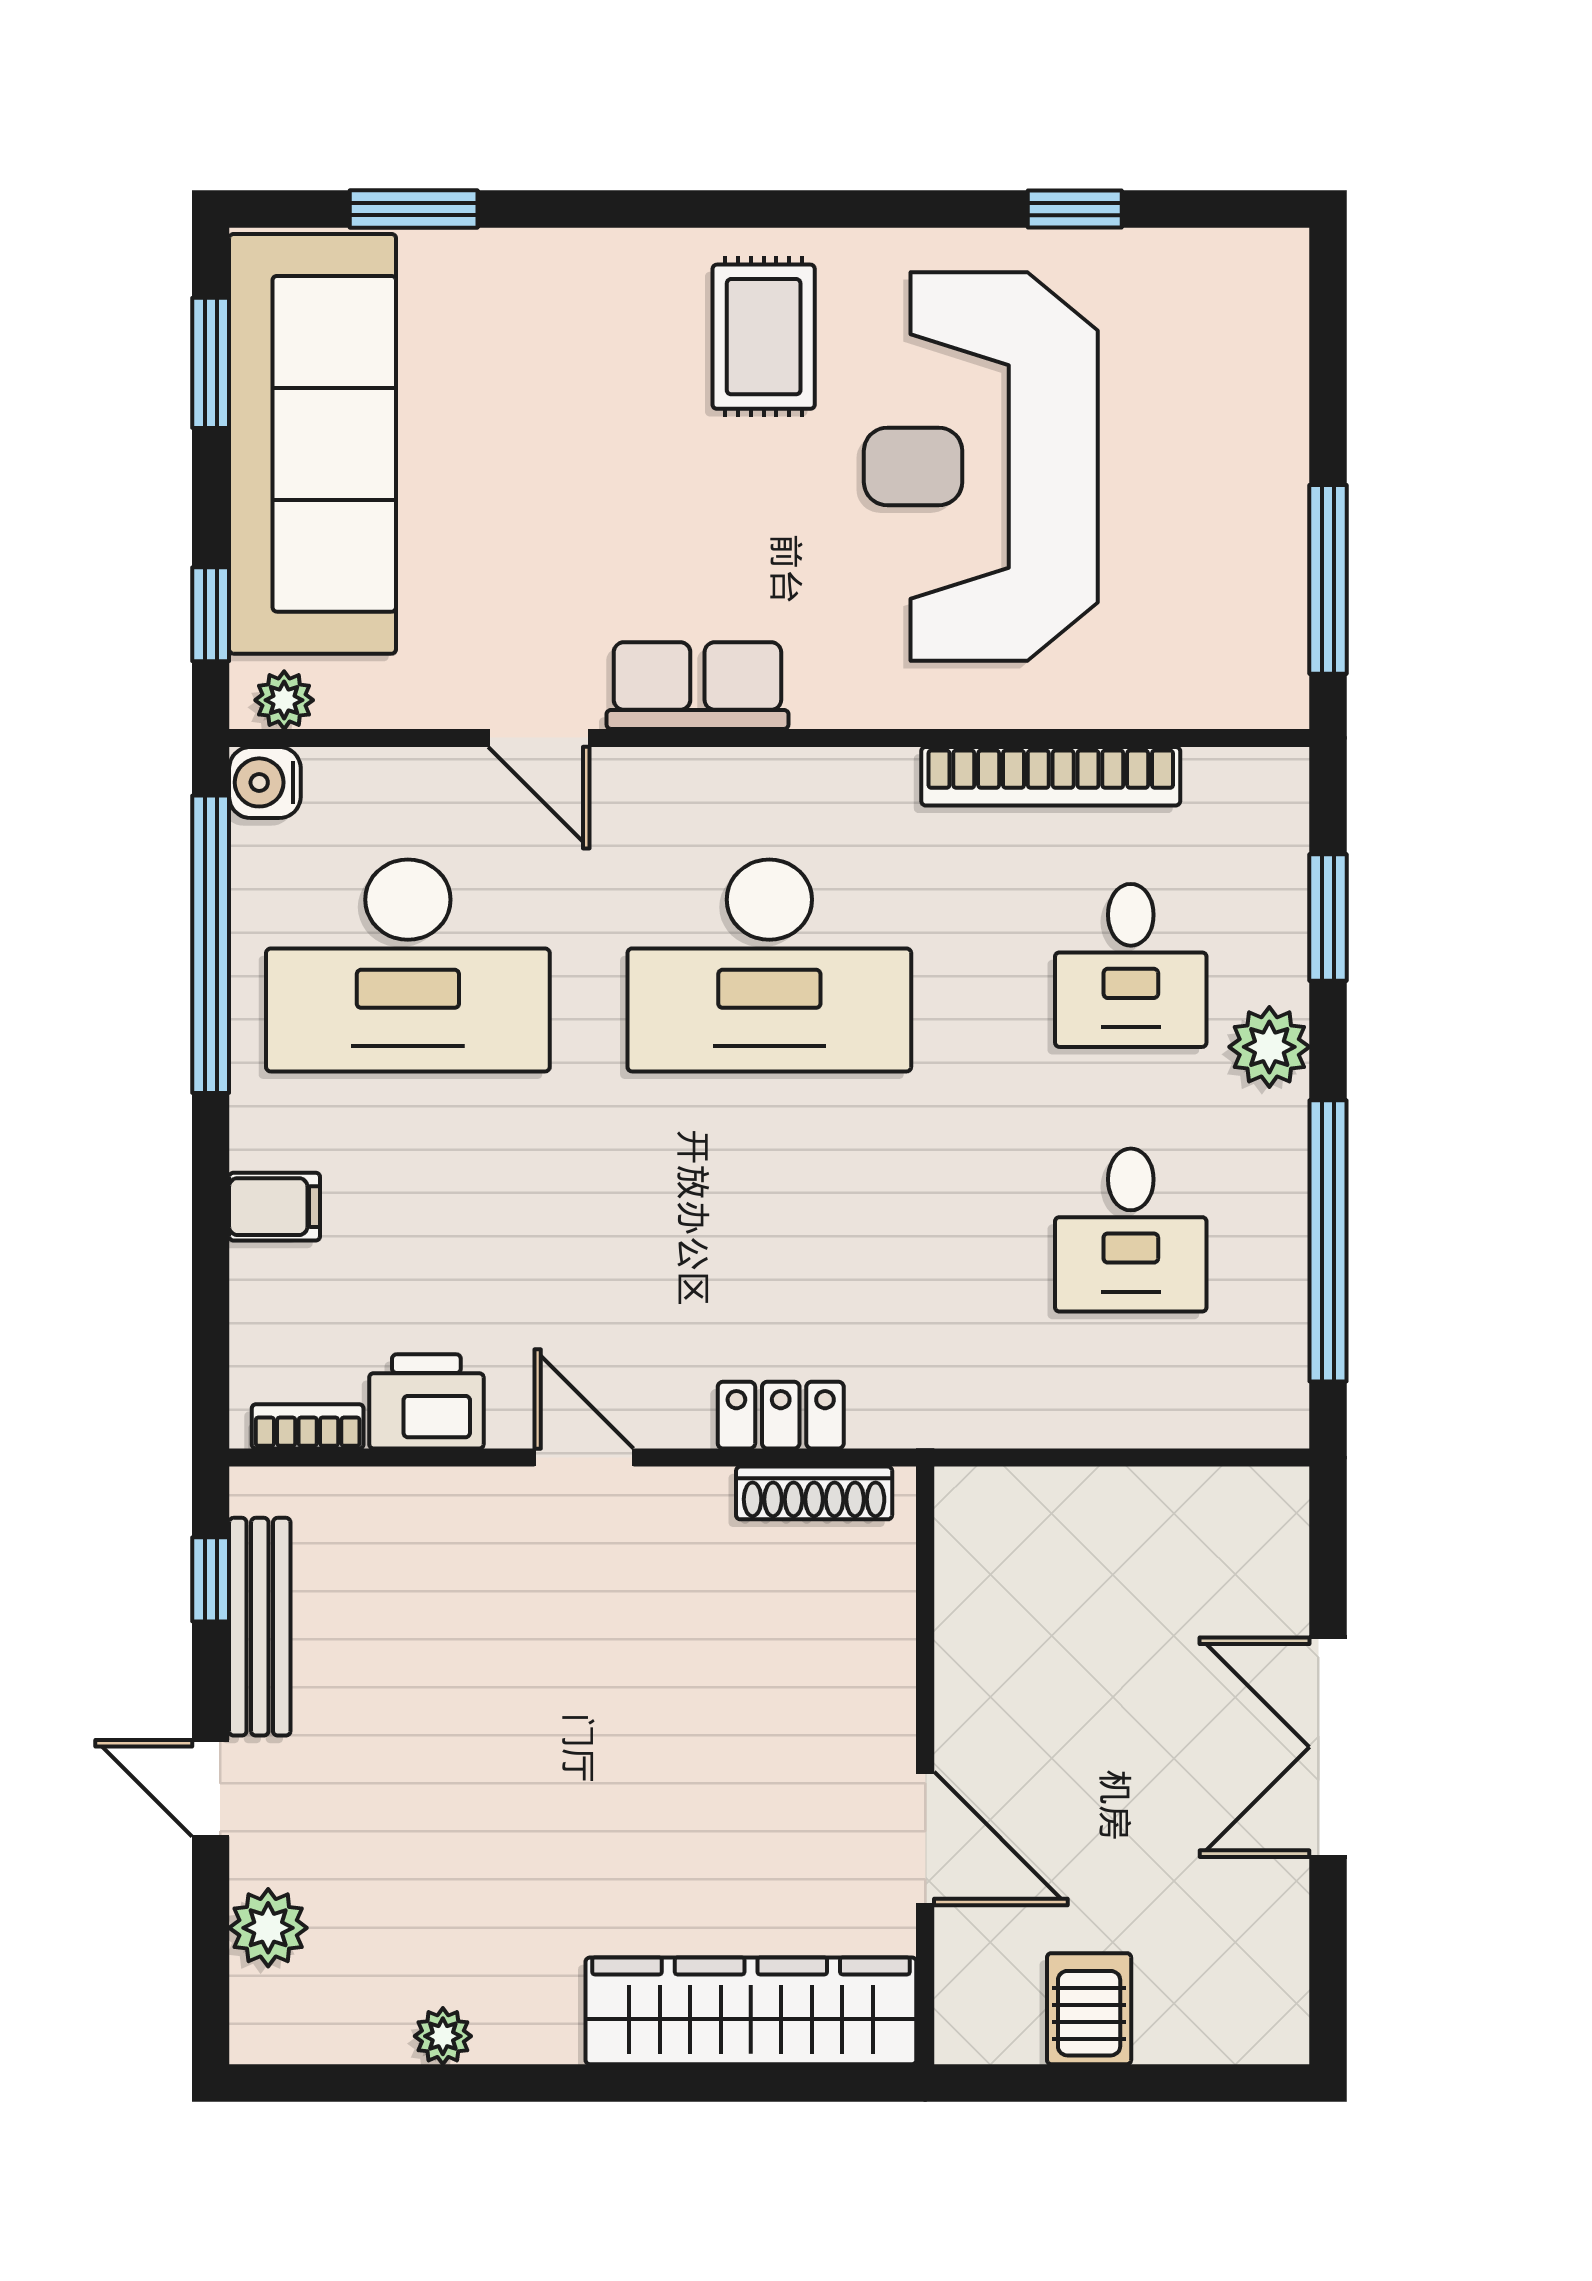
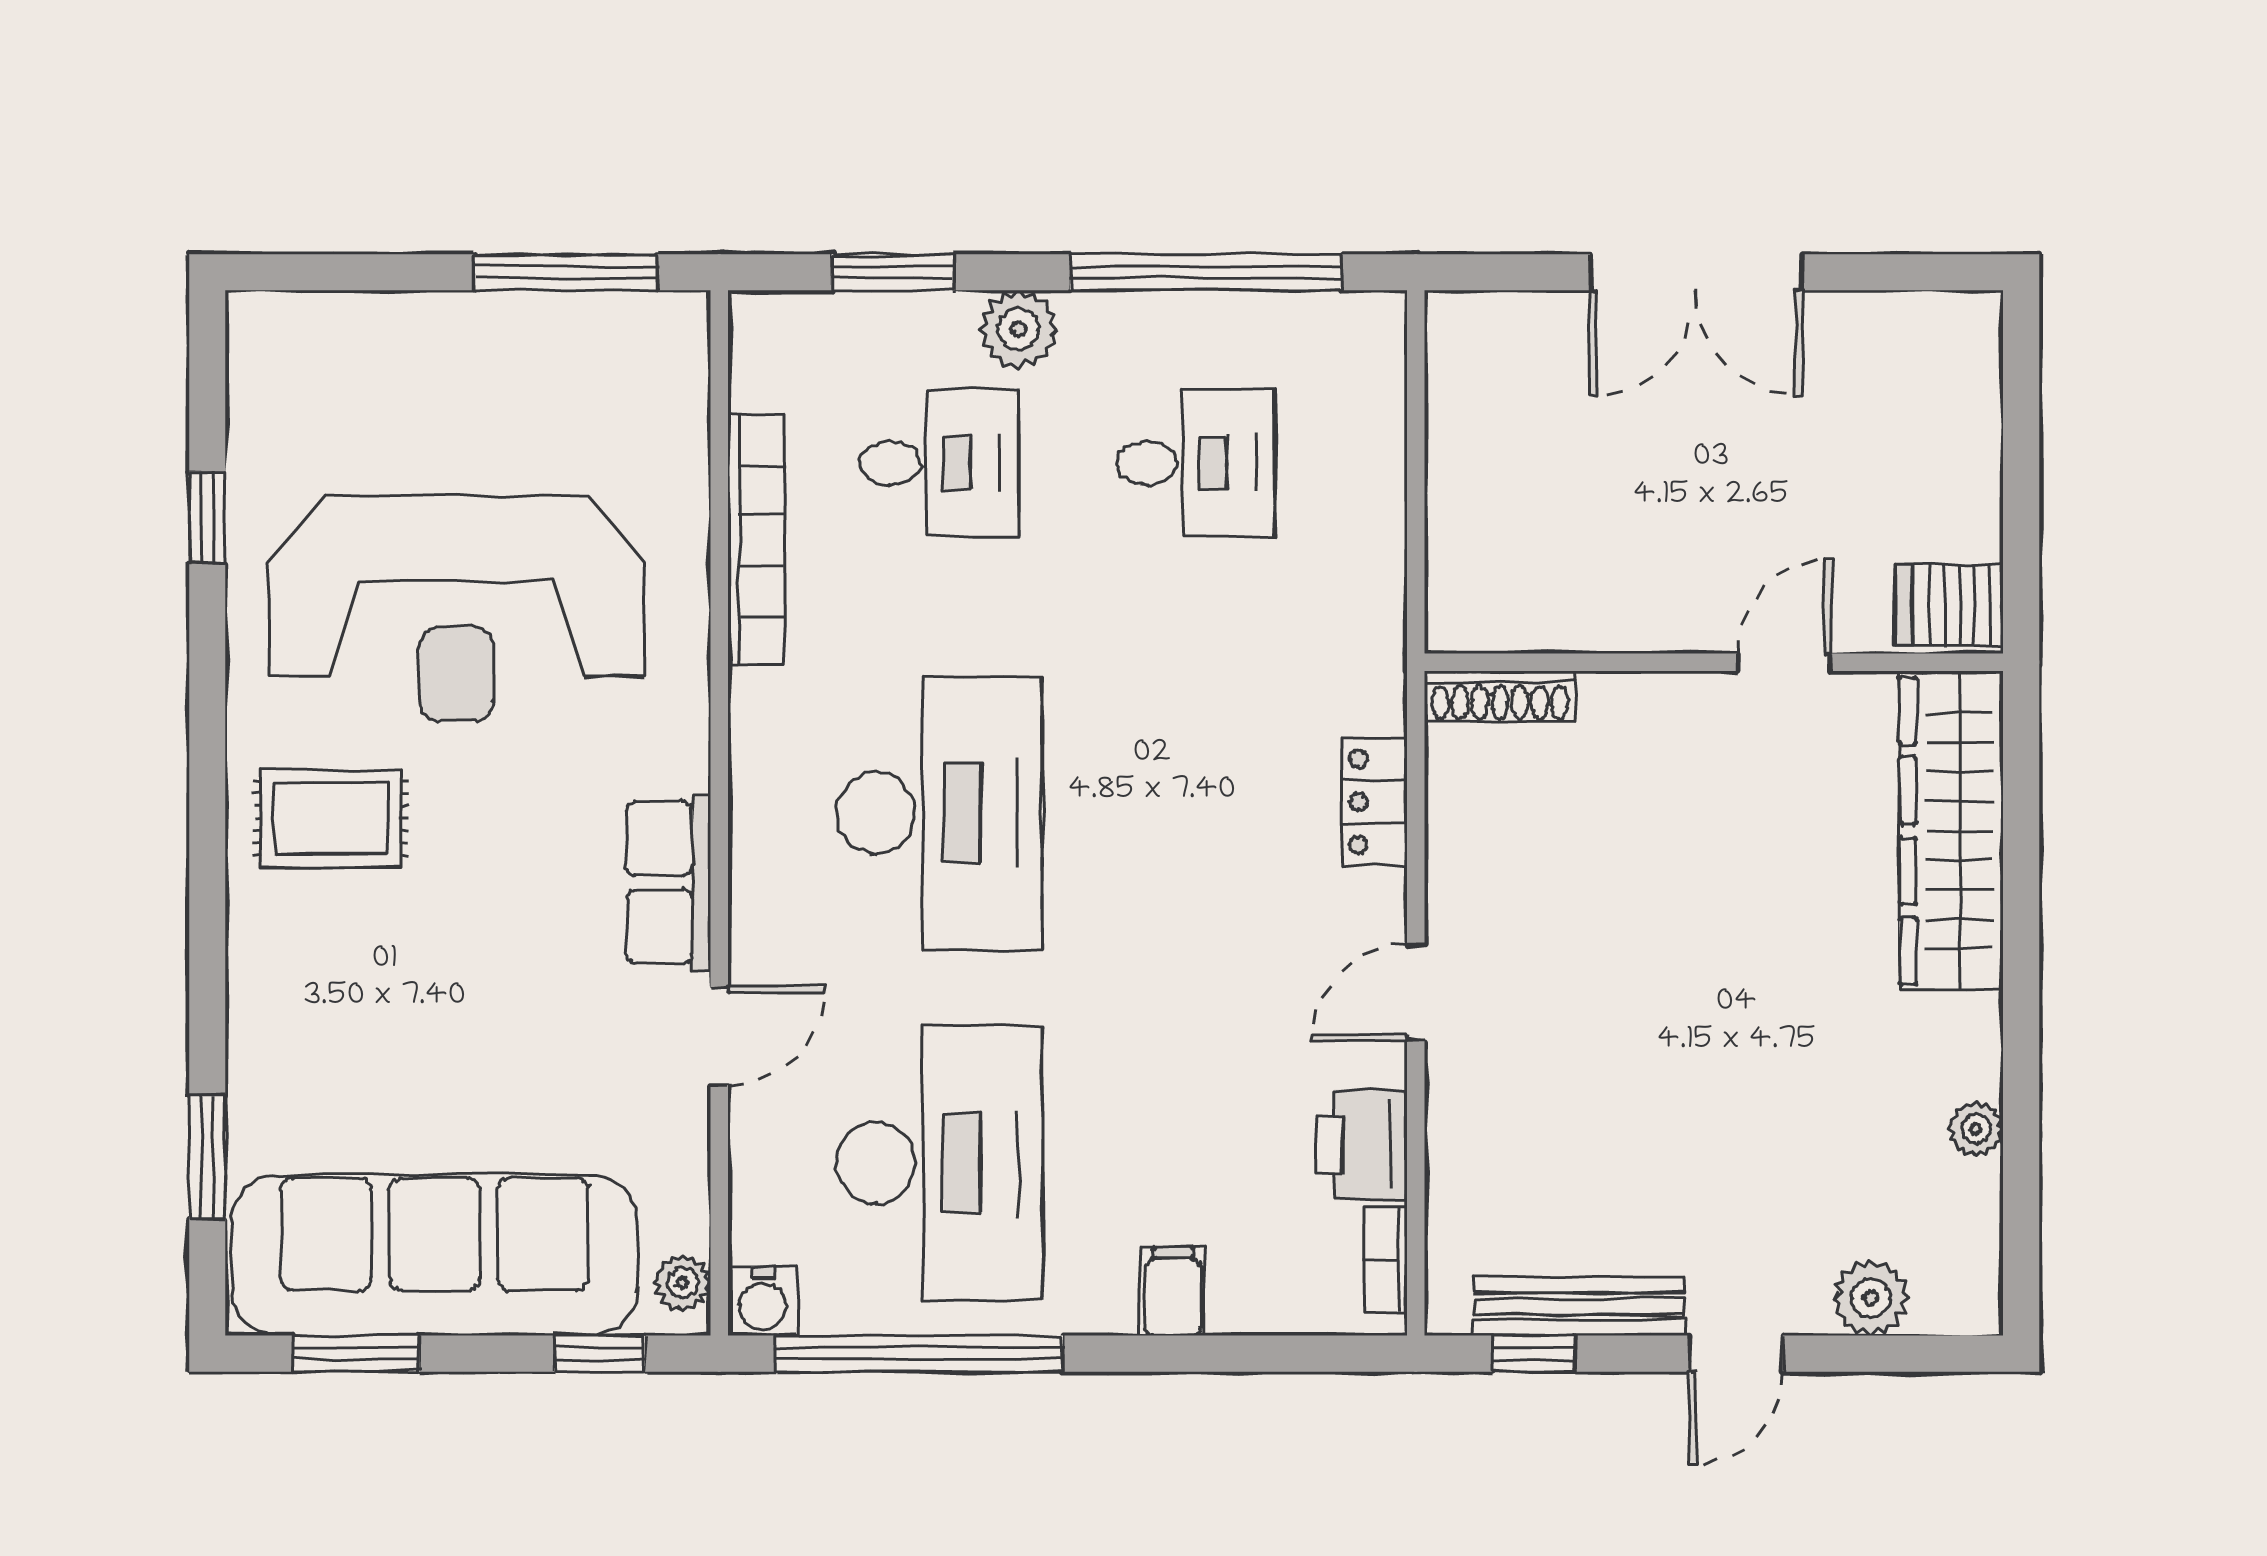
shoe rack: (814, 1493) -> (1500, 696), moved, turned 90
door: (925, 1839) -> (1785, 662), width x0.73
server rack: (1089, 2009) -> (1949, 605), moved

